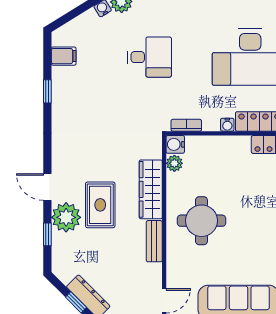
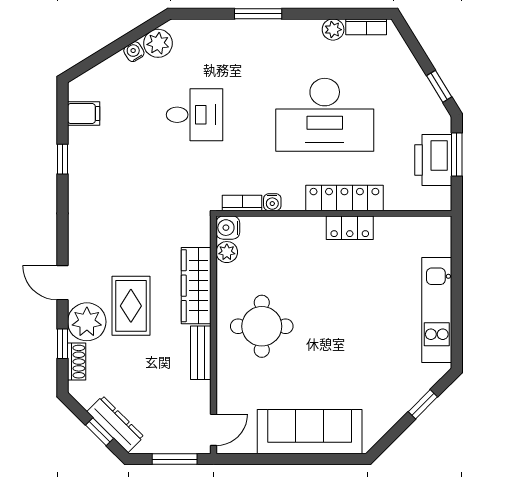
water cooler: (227, 125) -> (272, 202), moved
shoe rack: (58, 248) -> (77, 362), added

